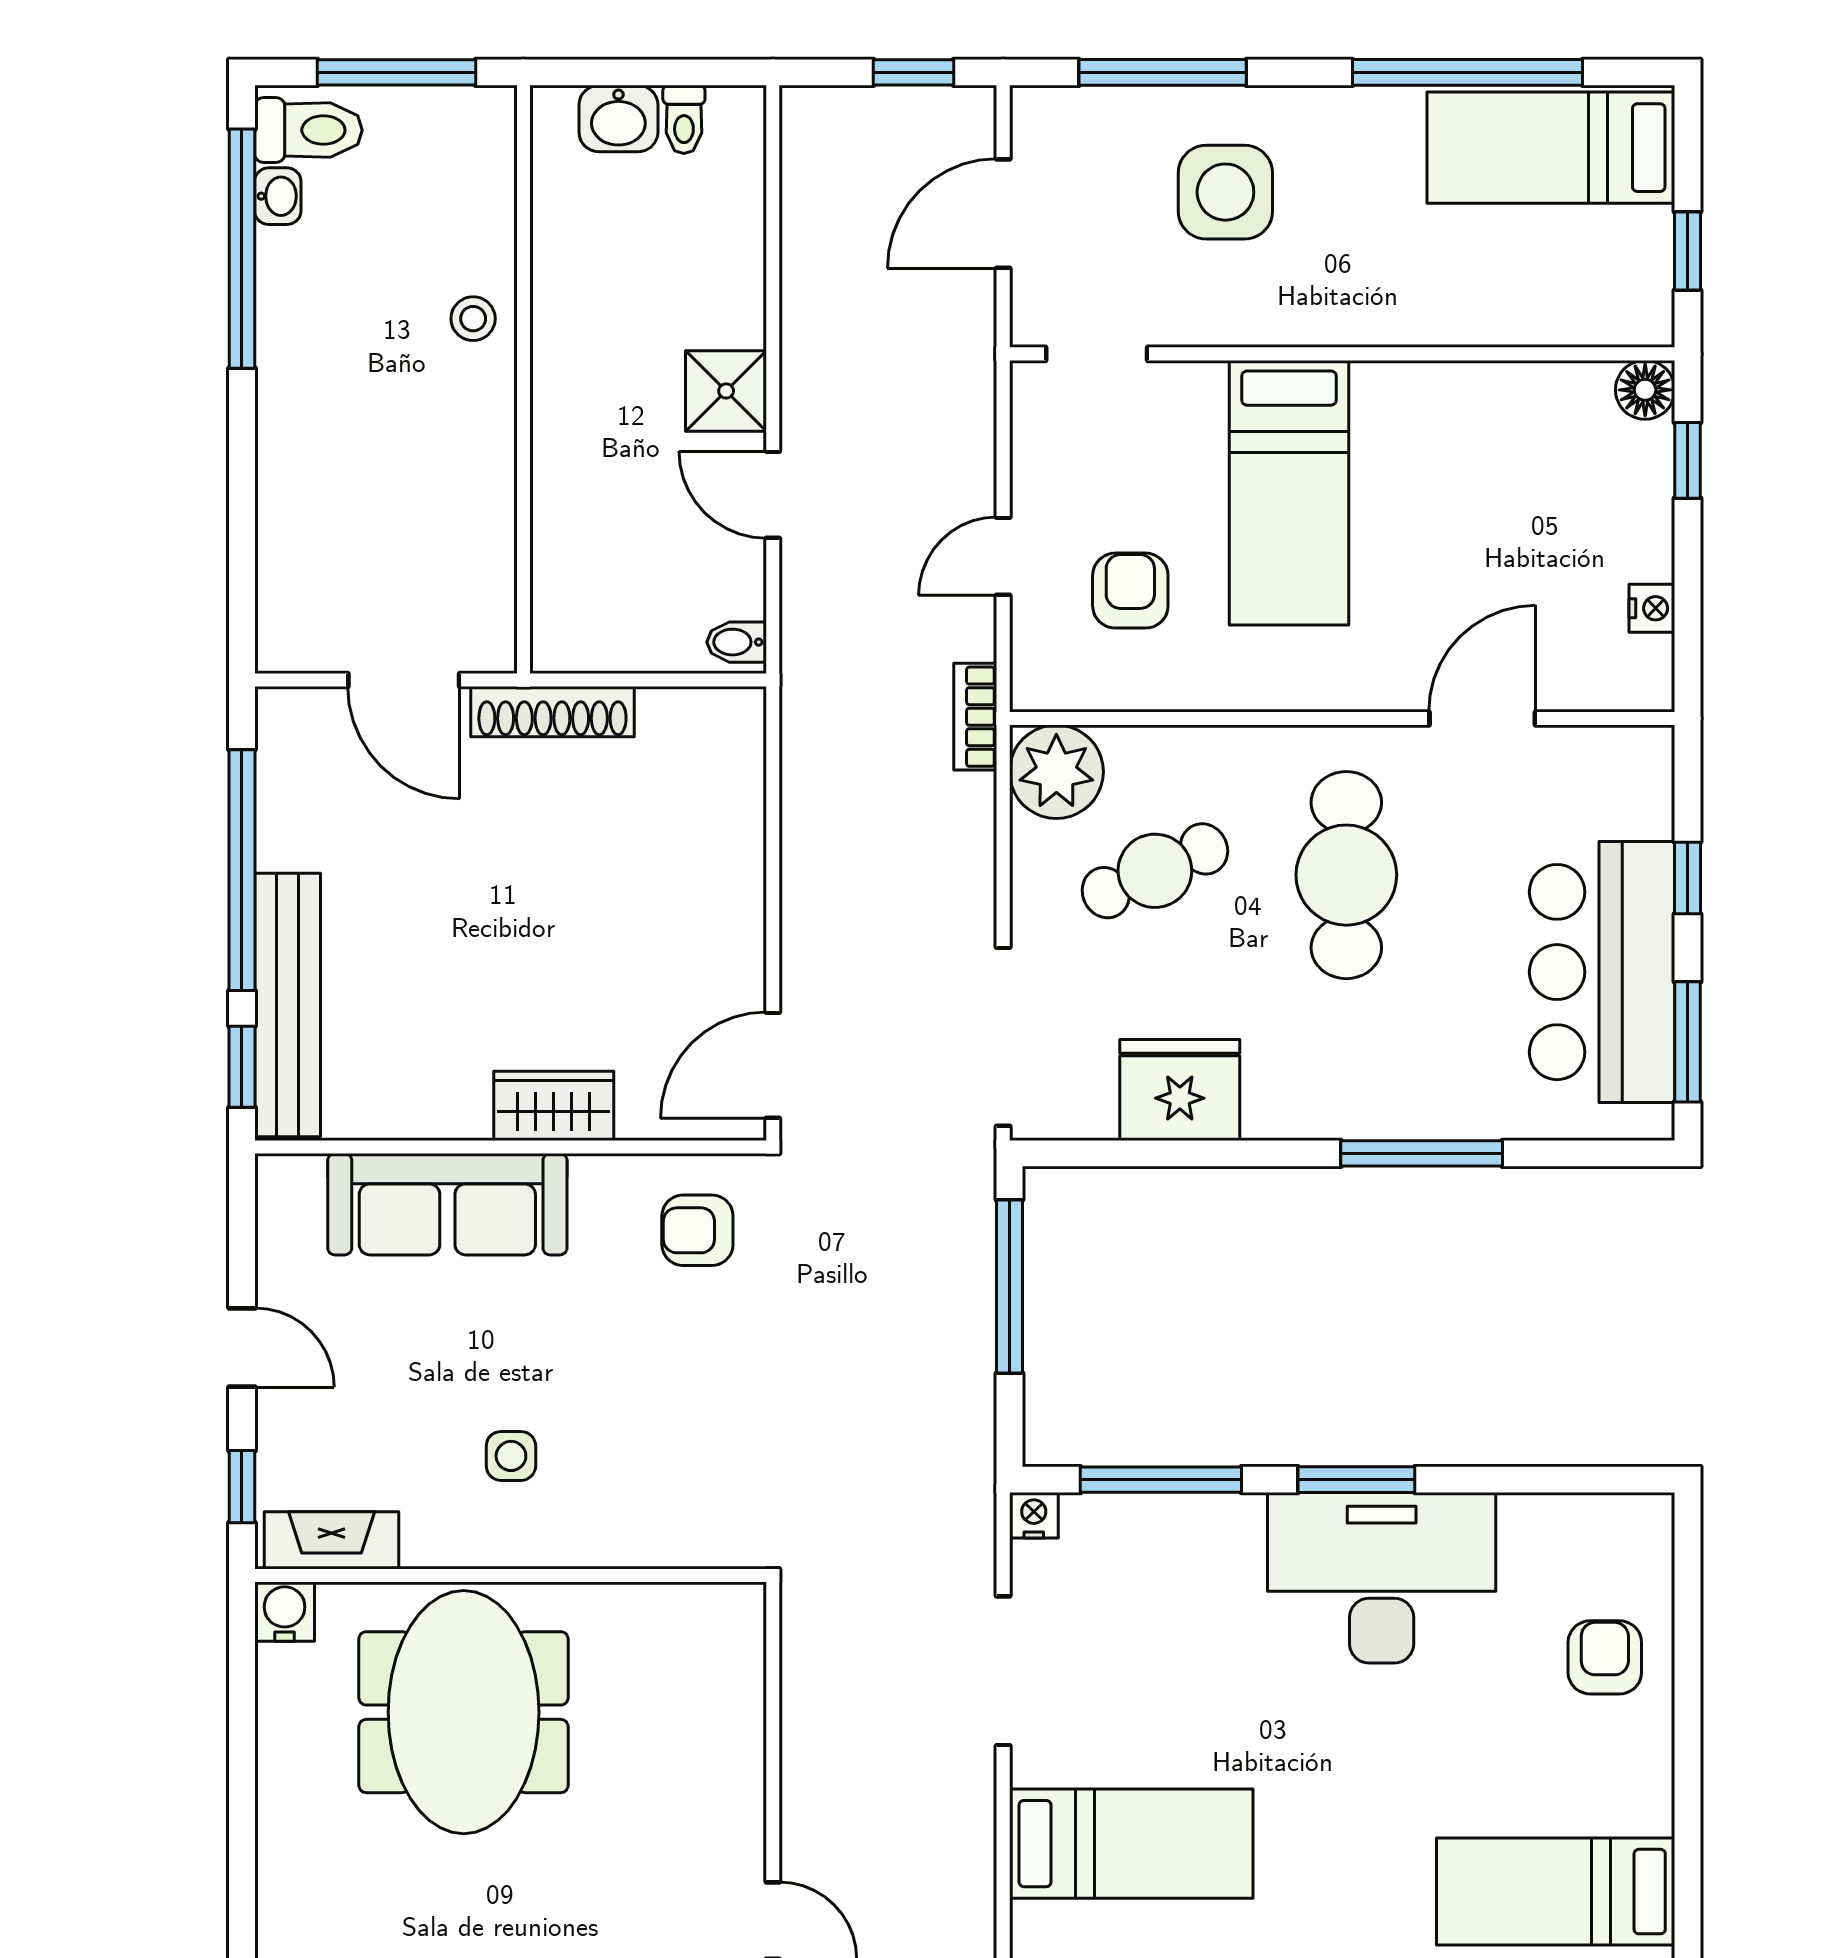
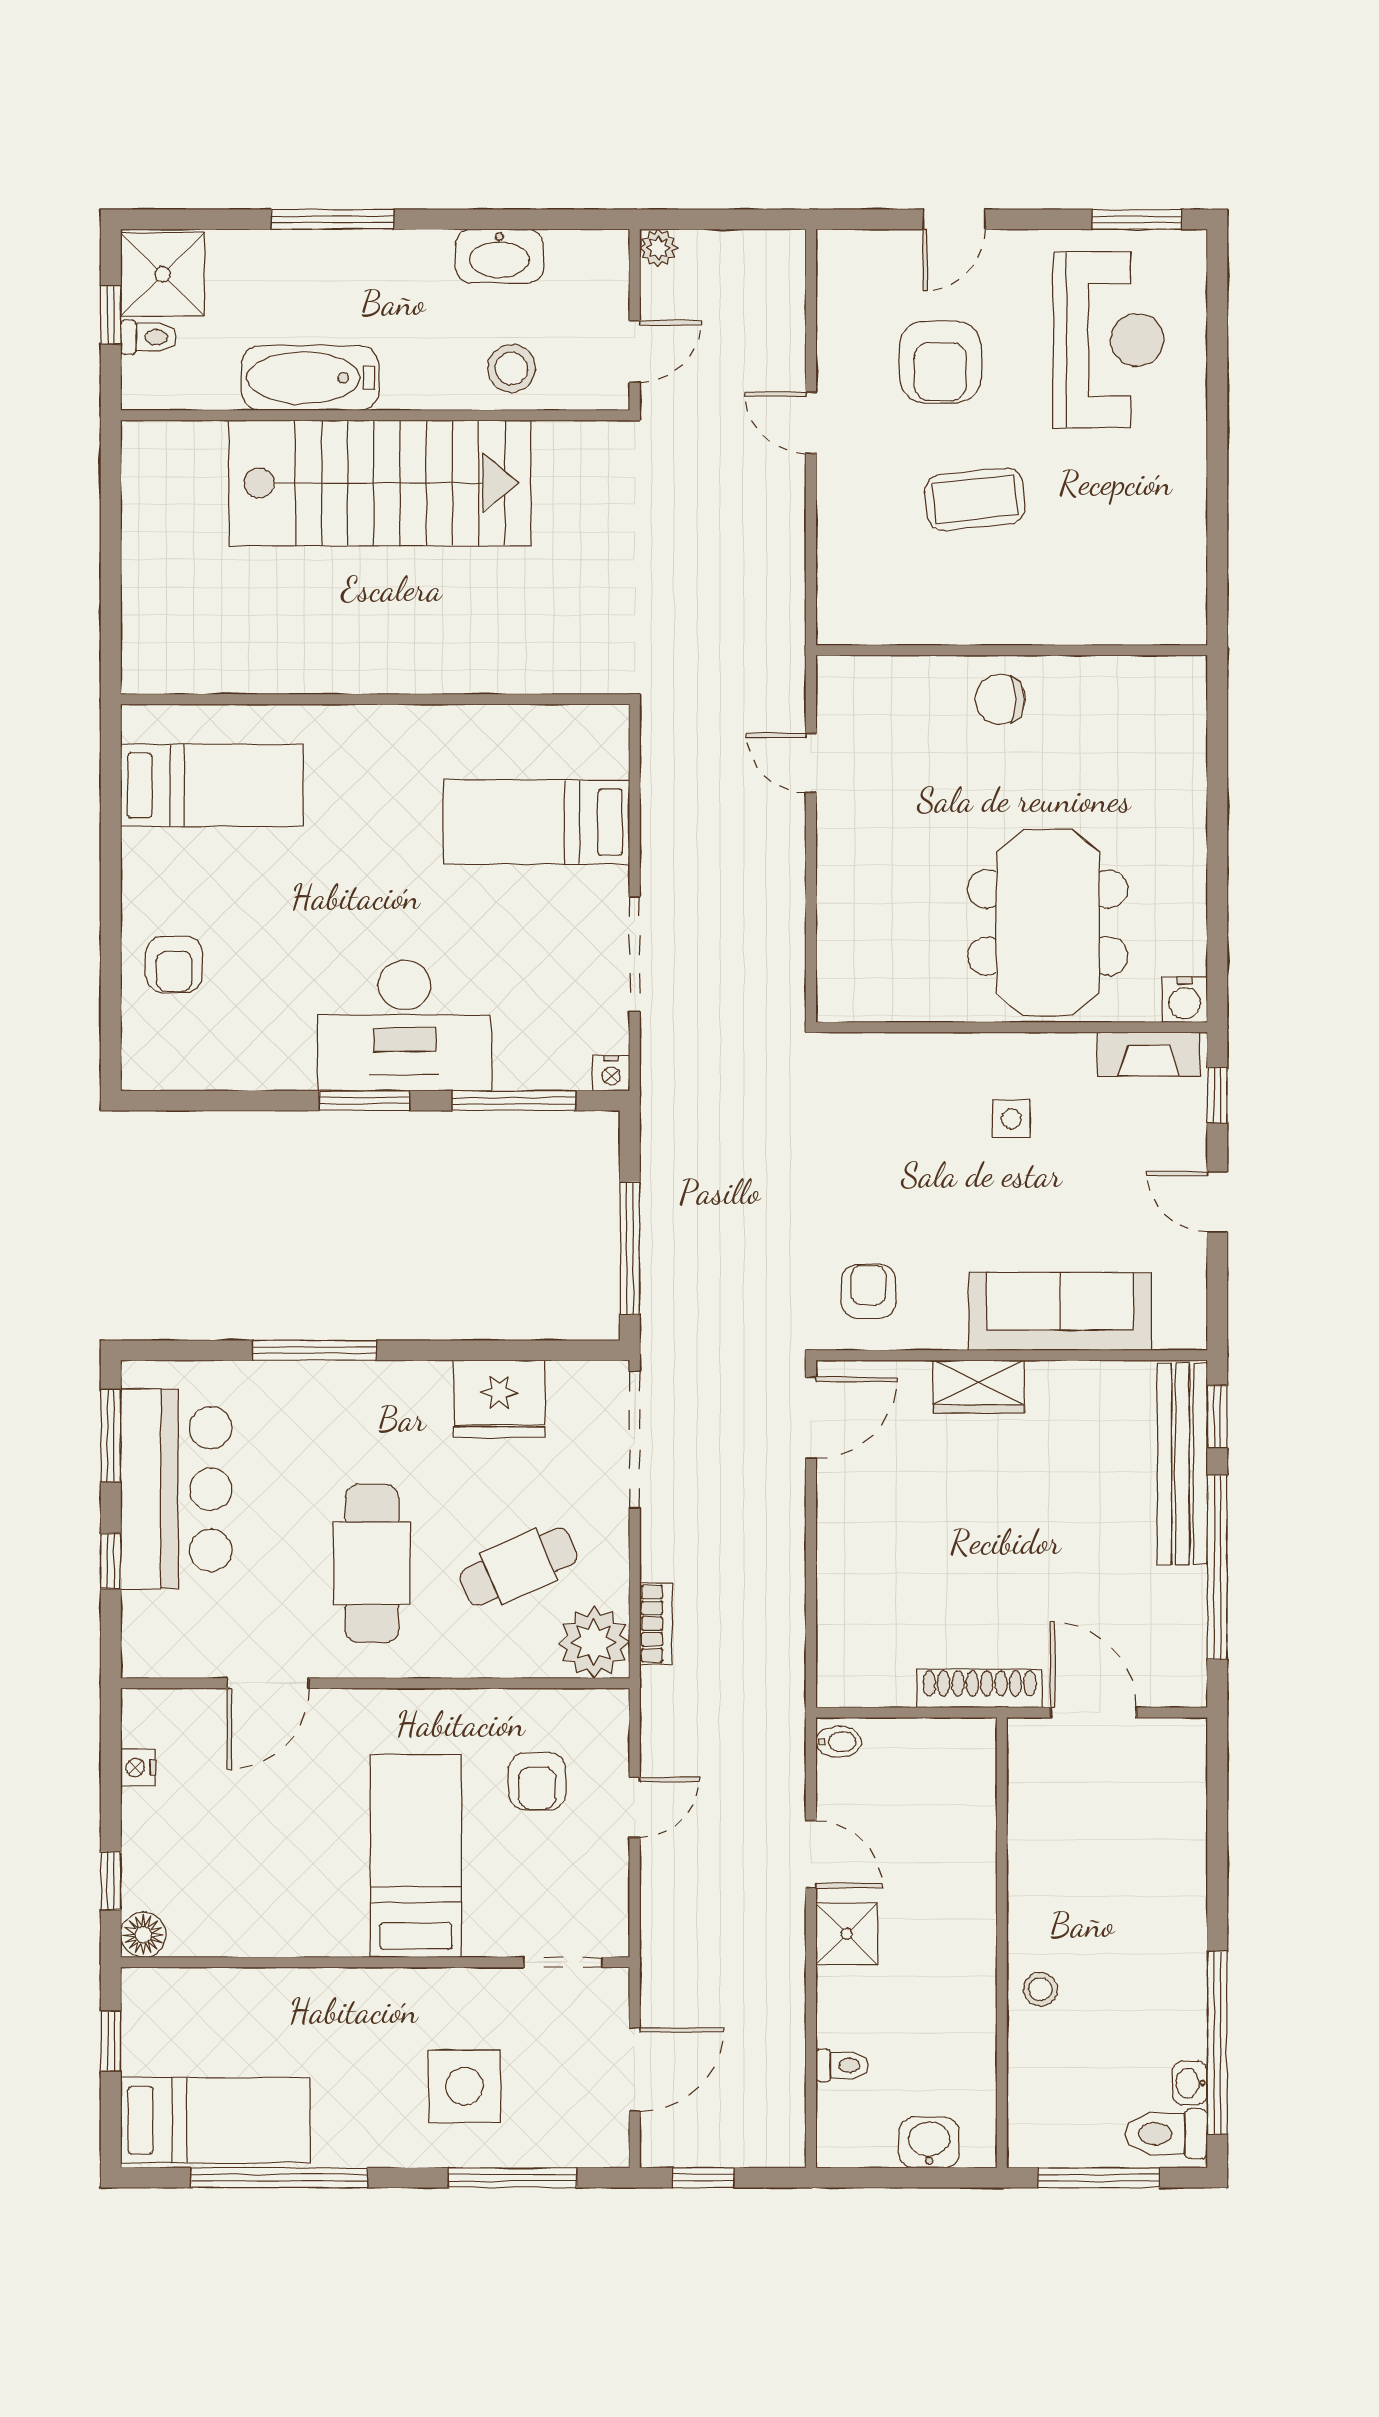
toilet: (684, 119) -> (842, 2065), moved, turned 90
bookcase: (975, 717) -> (656, 1624), moved
armchair: (697, 1230) -> (869, 1291), turned -90
desk: (1382, 1578) -> (405, 1025), moved

